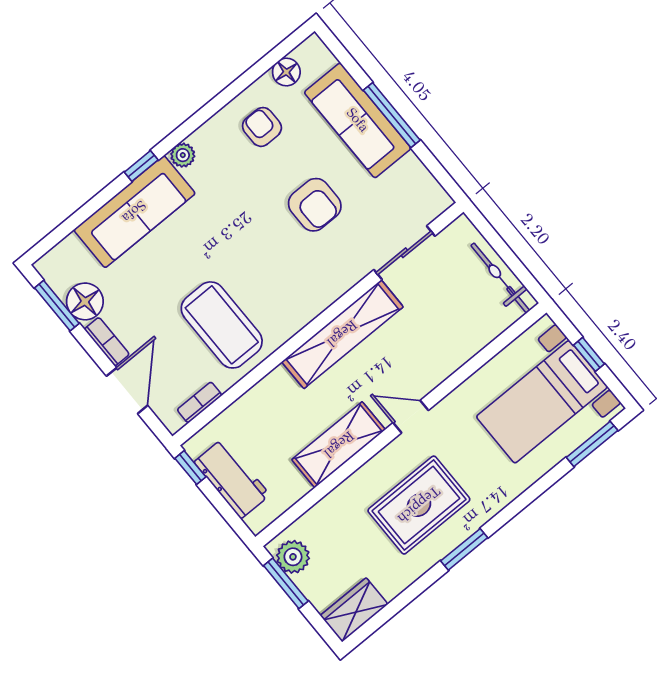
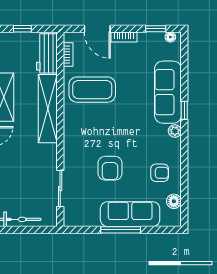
armchair: (315, 205) -> (110, 168), turned -90
floor lamp: (85, 301) -> (170, 37), moved, width x0.53, depth x0.53
window: (57, 306) -> (156, 29), width x0.67
shelving: (342, 334) -> (48, 109), moved
window: (190, 468) -> (22, 29), moved
workbench: (232, 478) -> (47, 53), moved, turned 90

